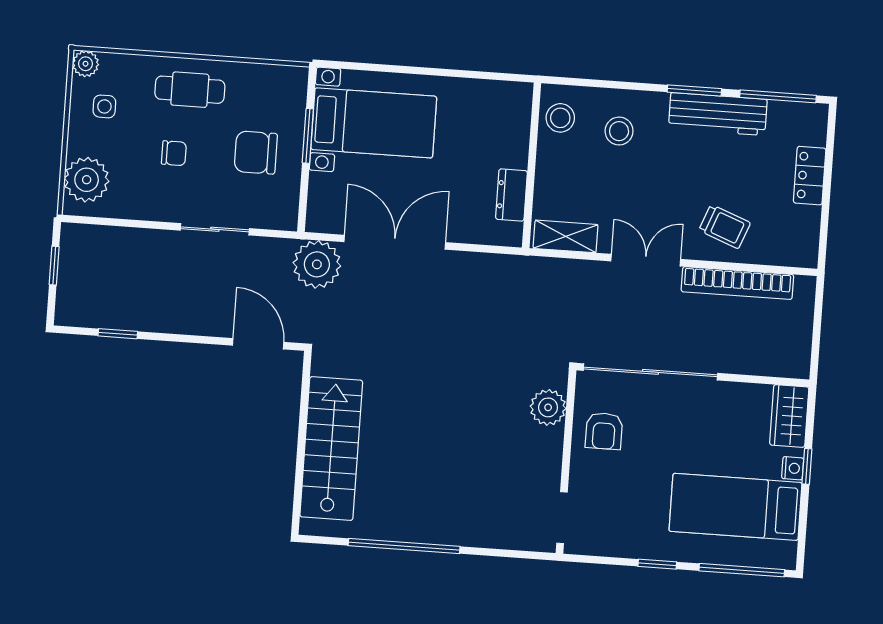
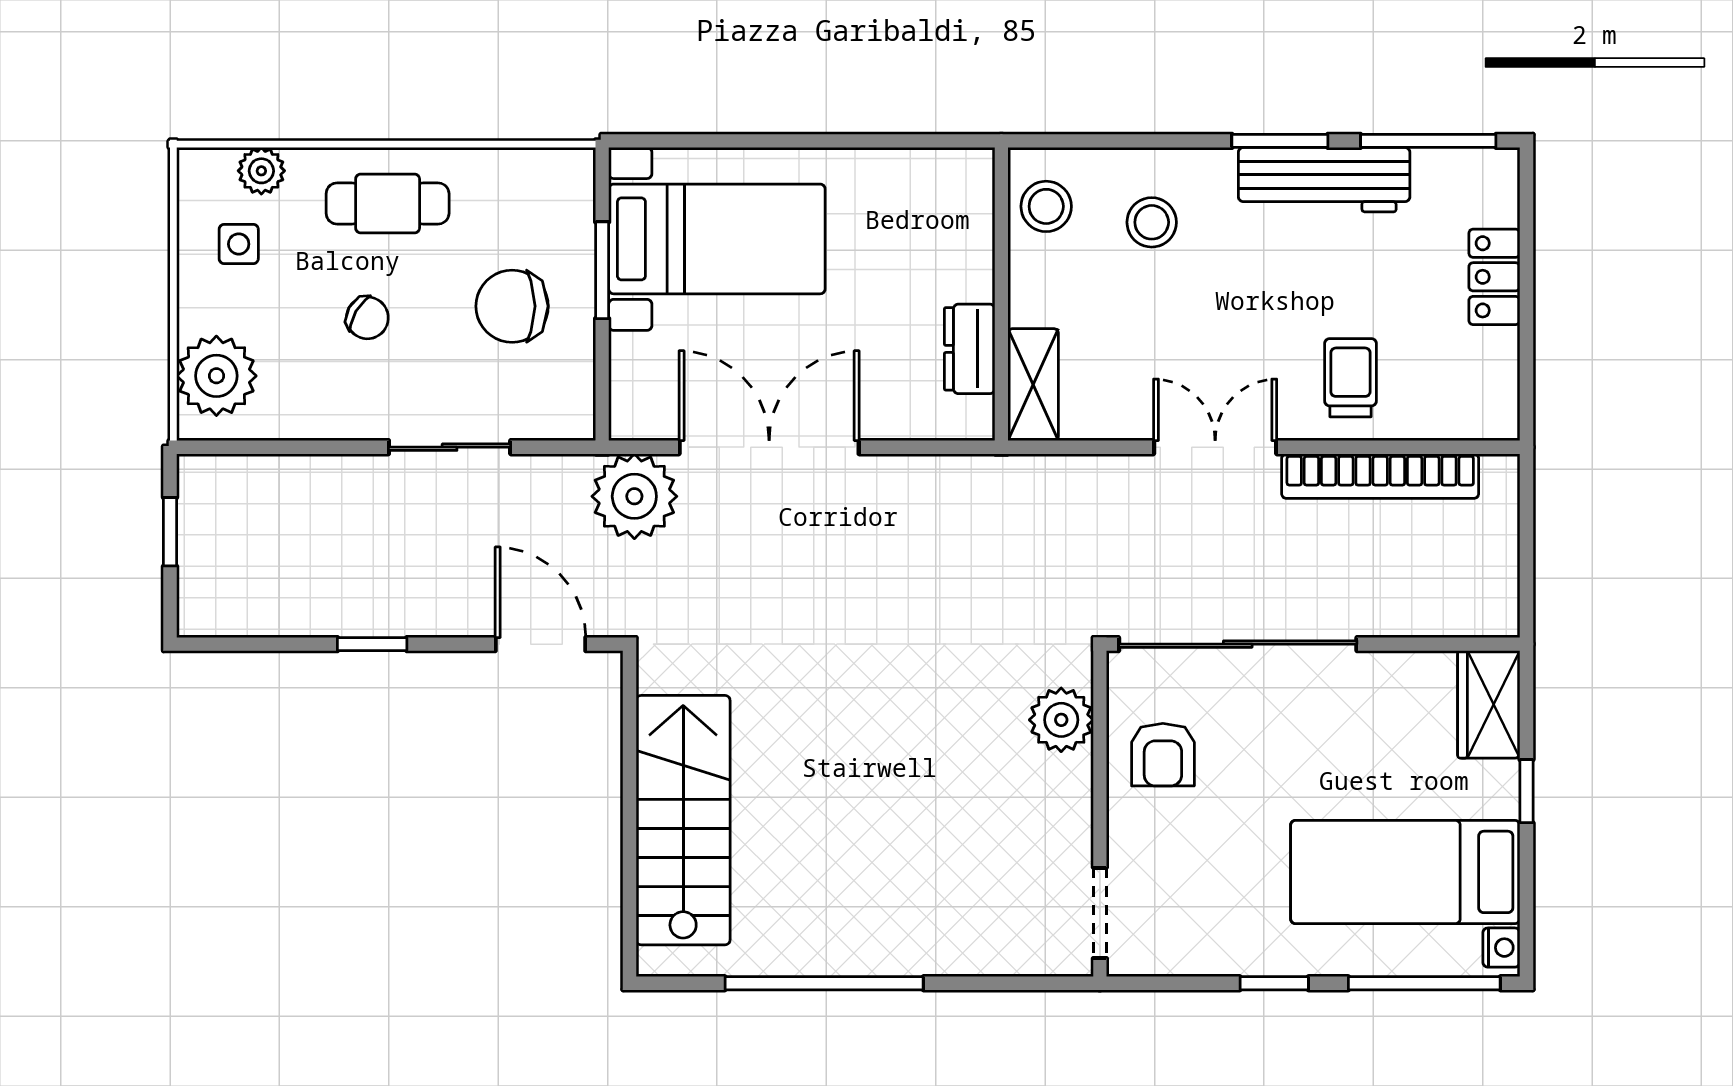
plant: (86, 64) -> (261, 171), moved
chair: (174, 153) -> (367, 318), turned 30
trolley: (725, 227) -> (1350, 378), turned -111
shelving: (566, 236) -> (1033, 385), moved, turned 90
window: (118, 334) -> (372, 644), moved
nightstand: (793, 468) -> (1501, 948), moved

